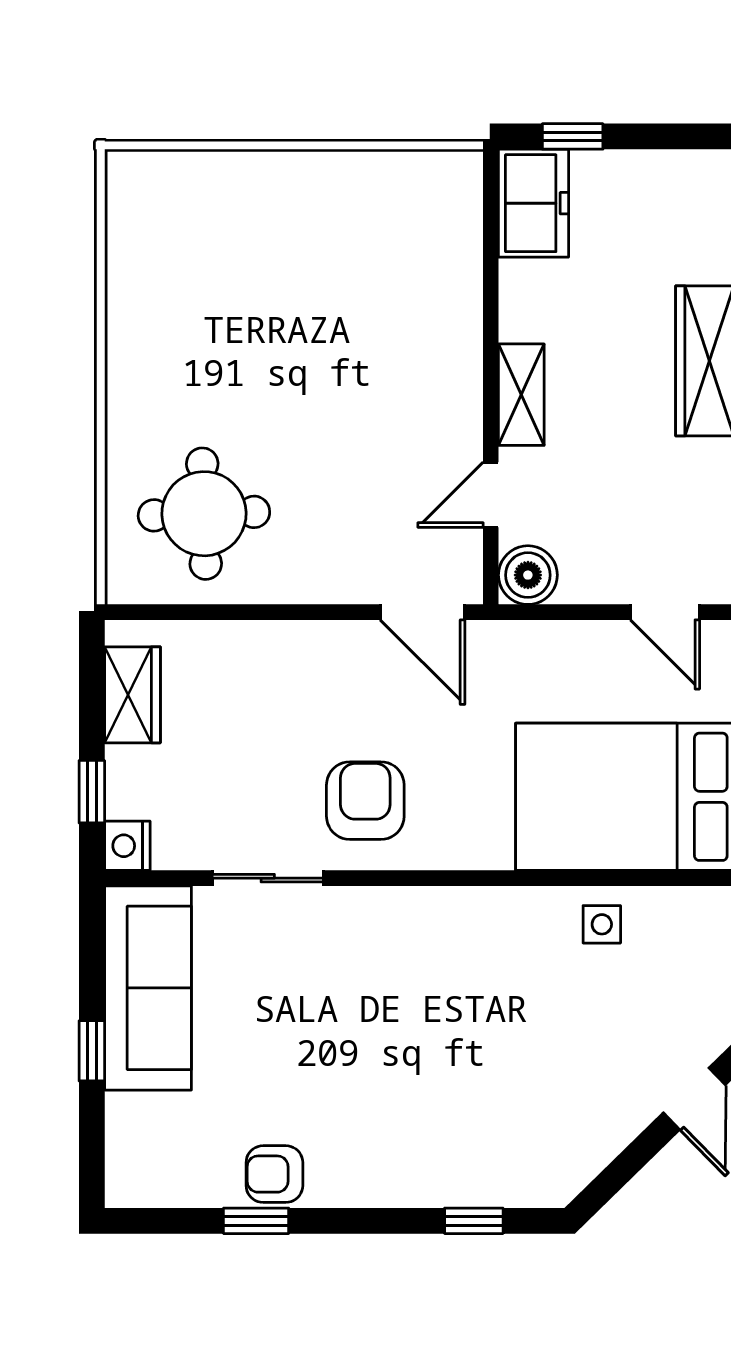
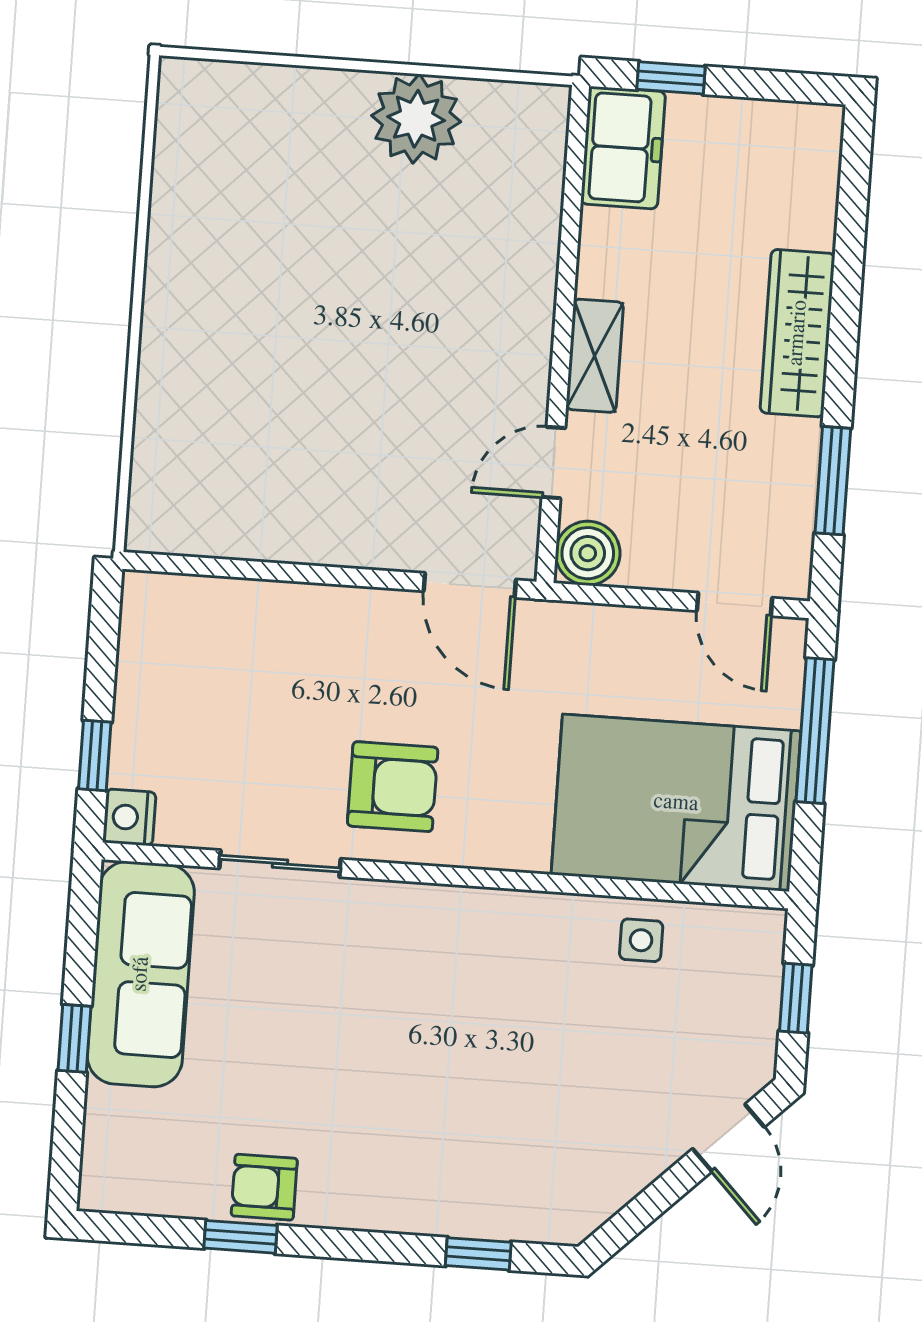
plant: (343, 190) -> (416, 119), added
round table: (204, 514) -> (239, 461), removed
wardrobe: (132, 695) -> (147, 653), removed
armchair: (365, 801) -> (393, 787), turned 90

